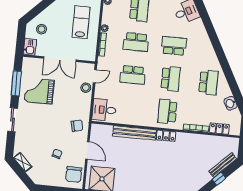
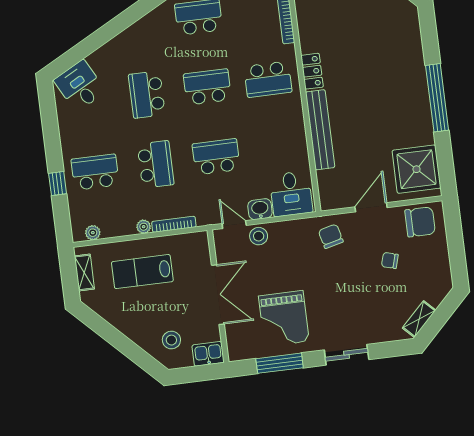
school desk: (133, 75) -> (216, 157), turned -90
washbasin: (100, 92) -> (260, 209), added

